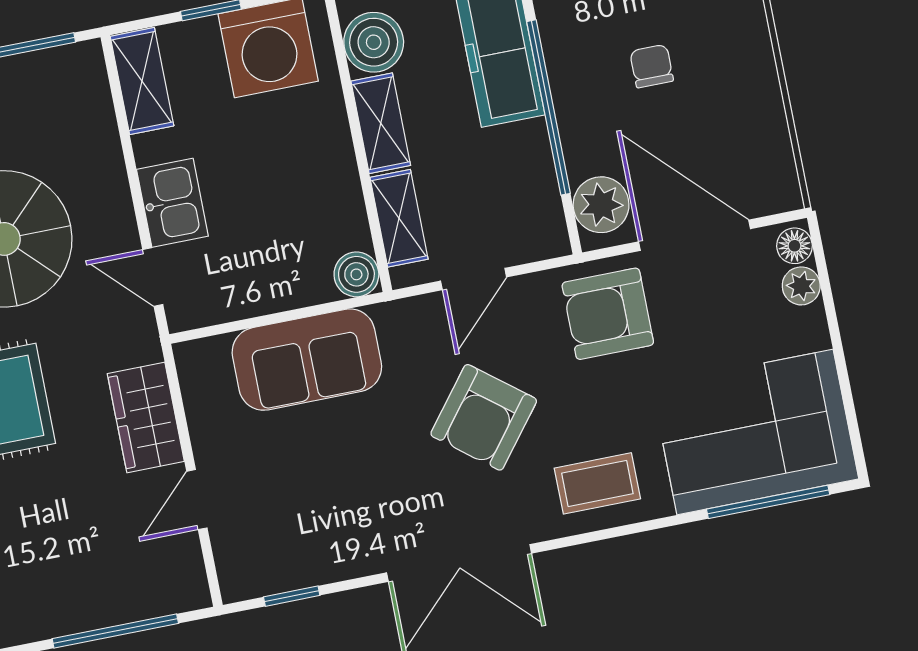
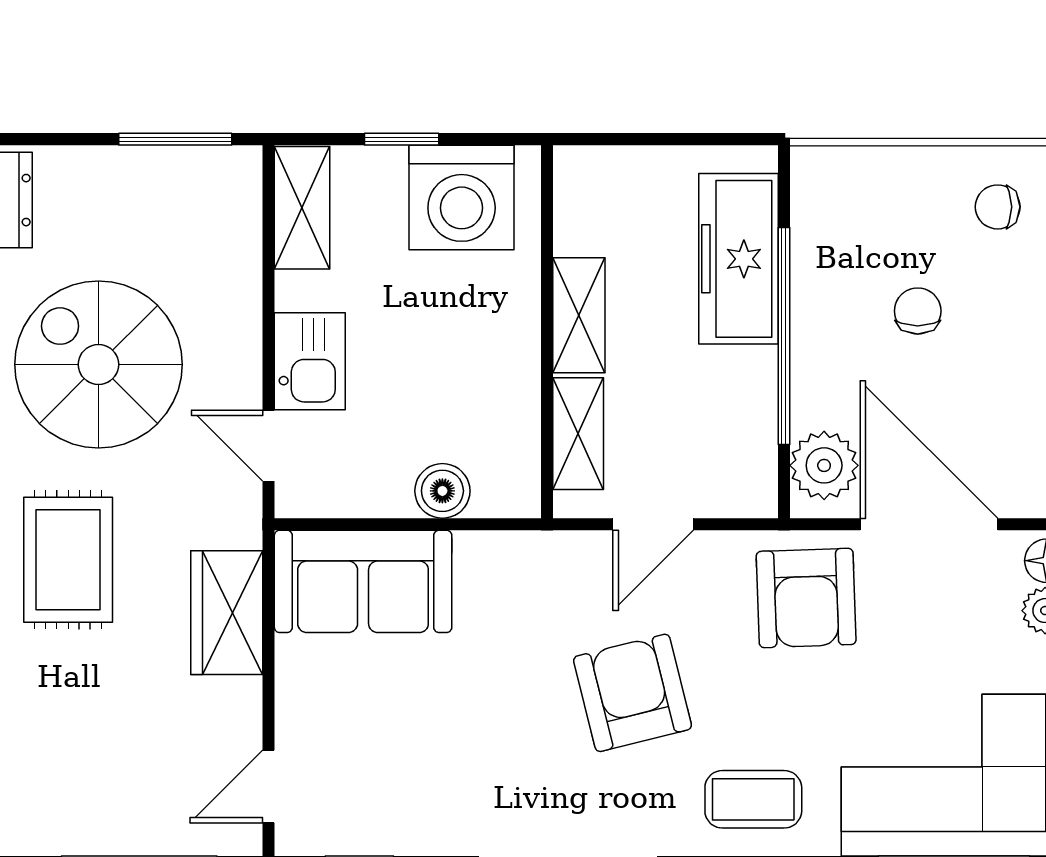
boiler: (374, 42) -> (590, 216), removed
boiler: (356, 274) -> (442, 491), moved
armchair: (608, 314) -> (806, 598), turned -92
sofa: (307, 360) -> (363, 581), moved
armchair: (484, 417) -> (633, 693), turned 128
door: (197, 500) -> (269, 787), moved

